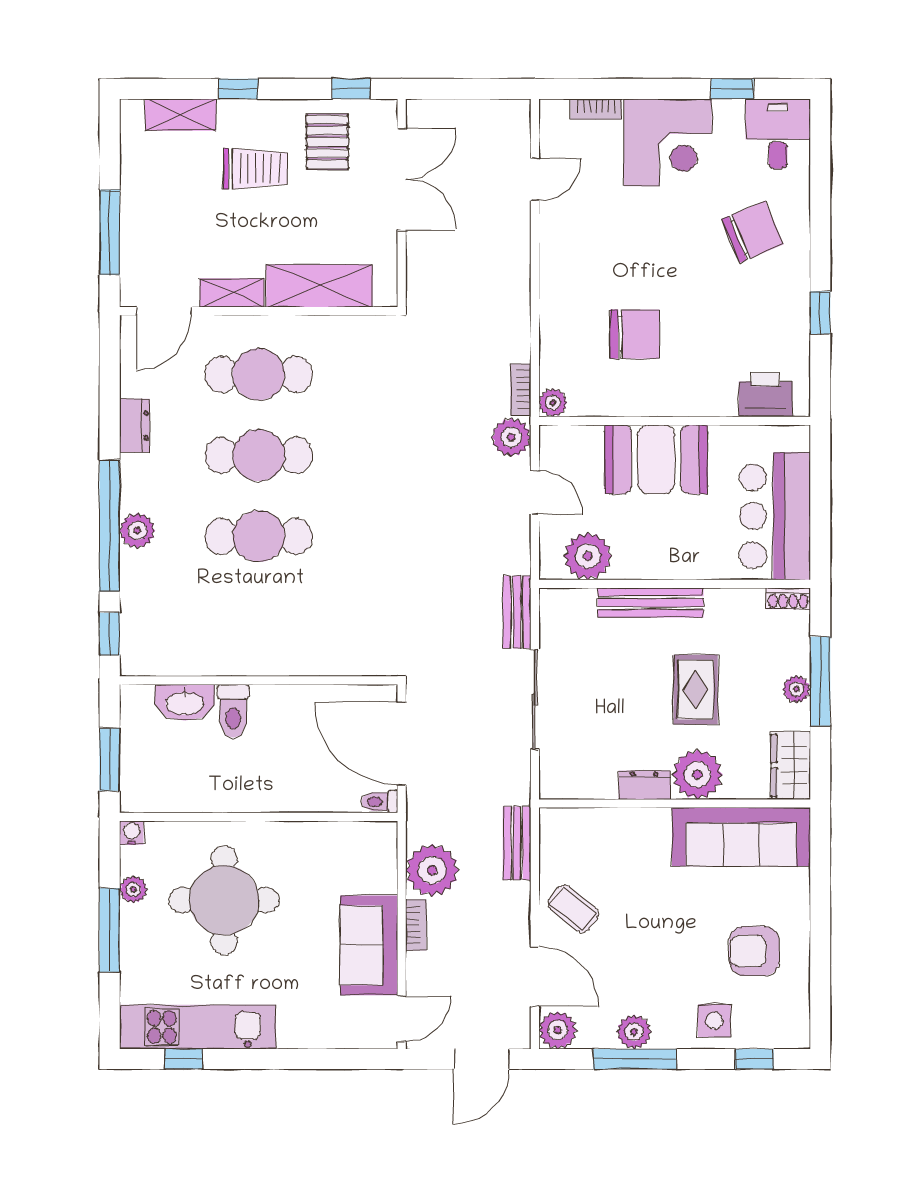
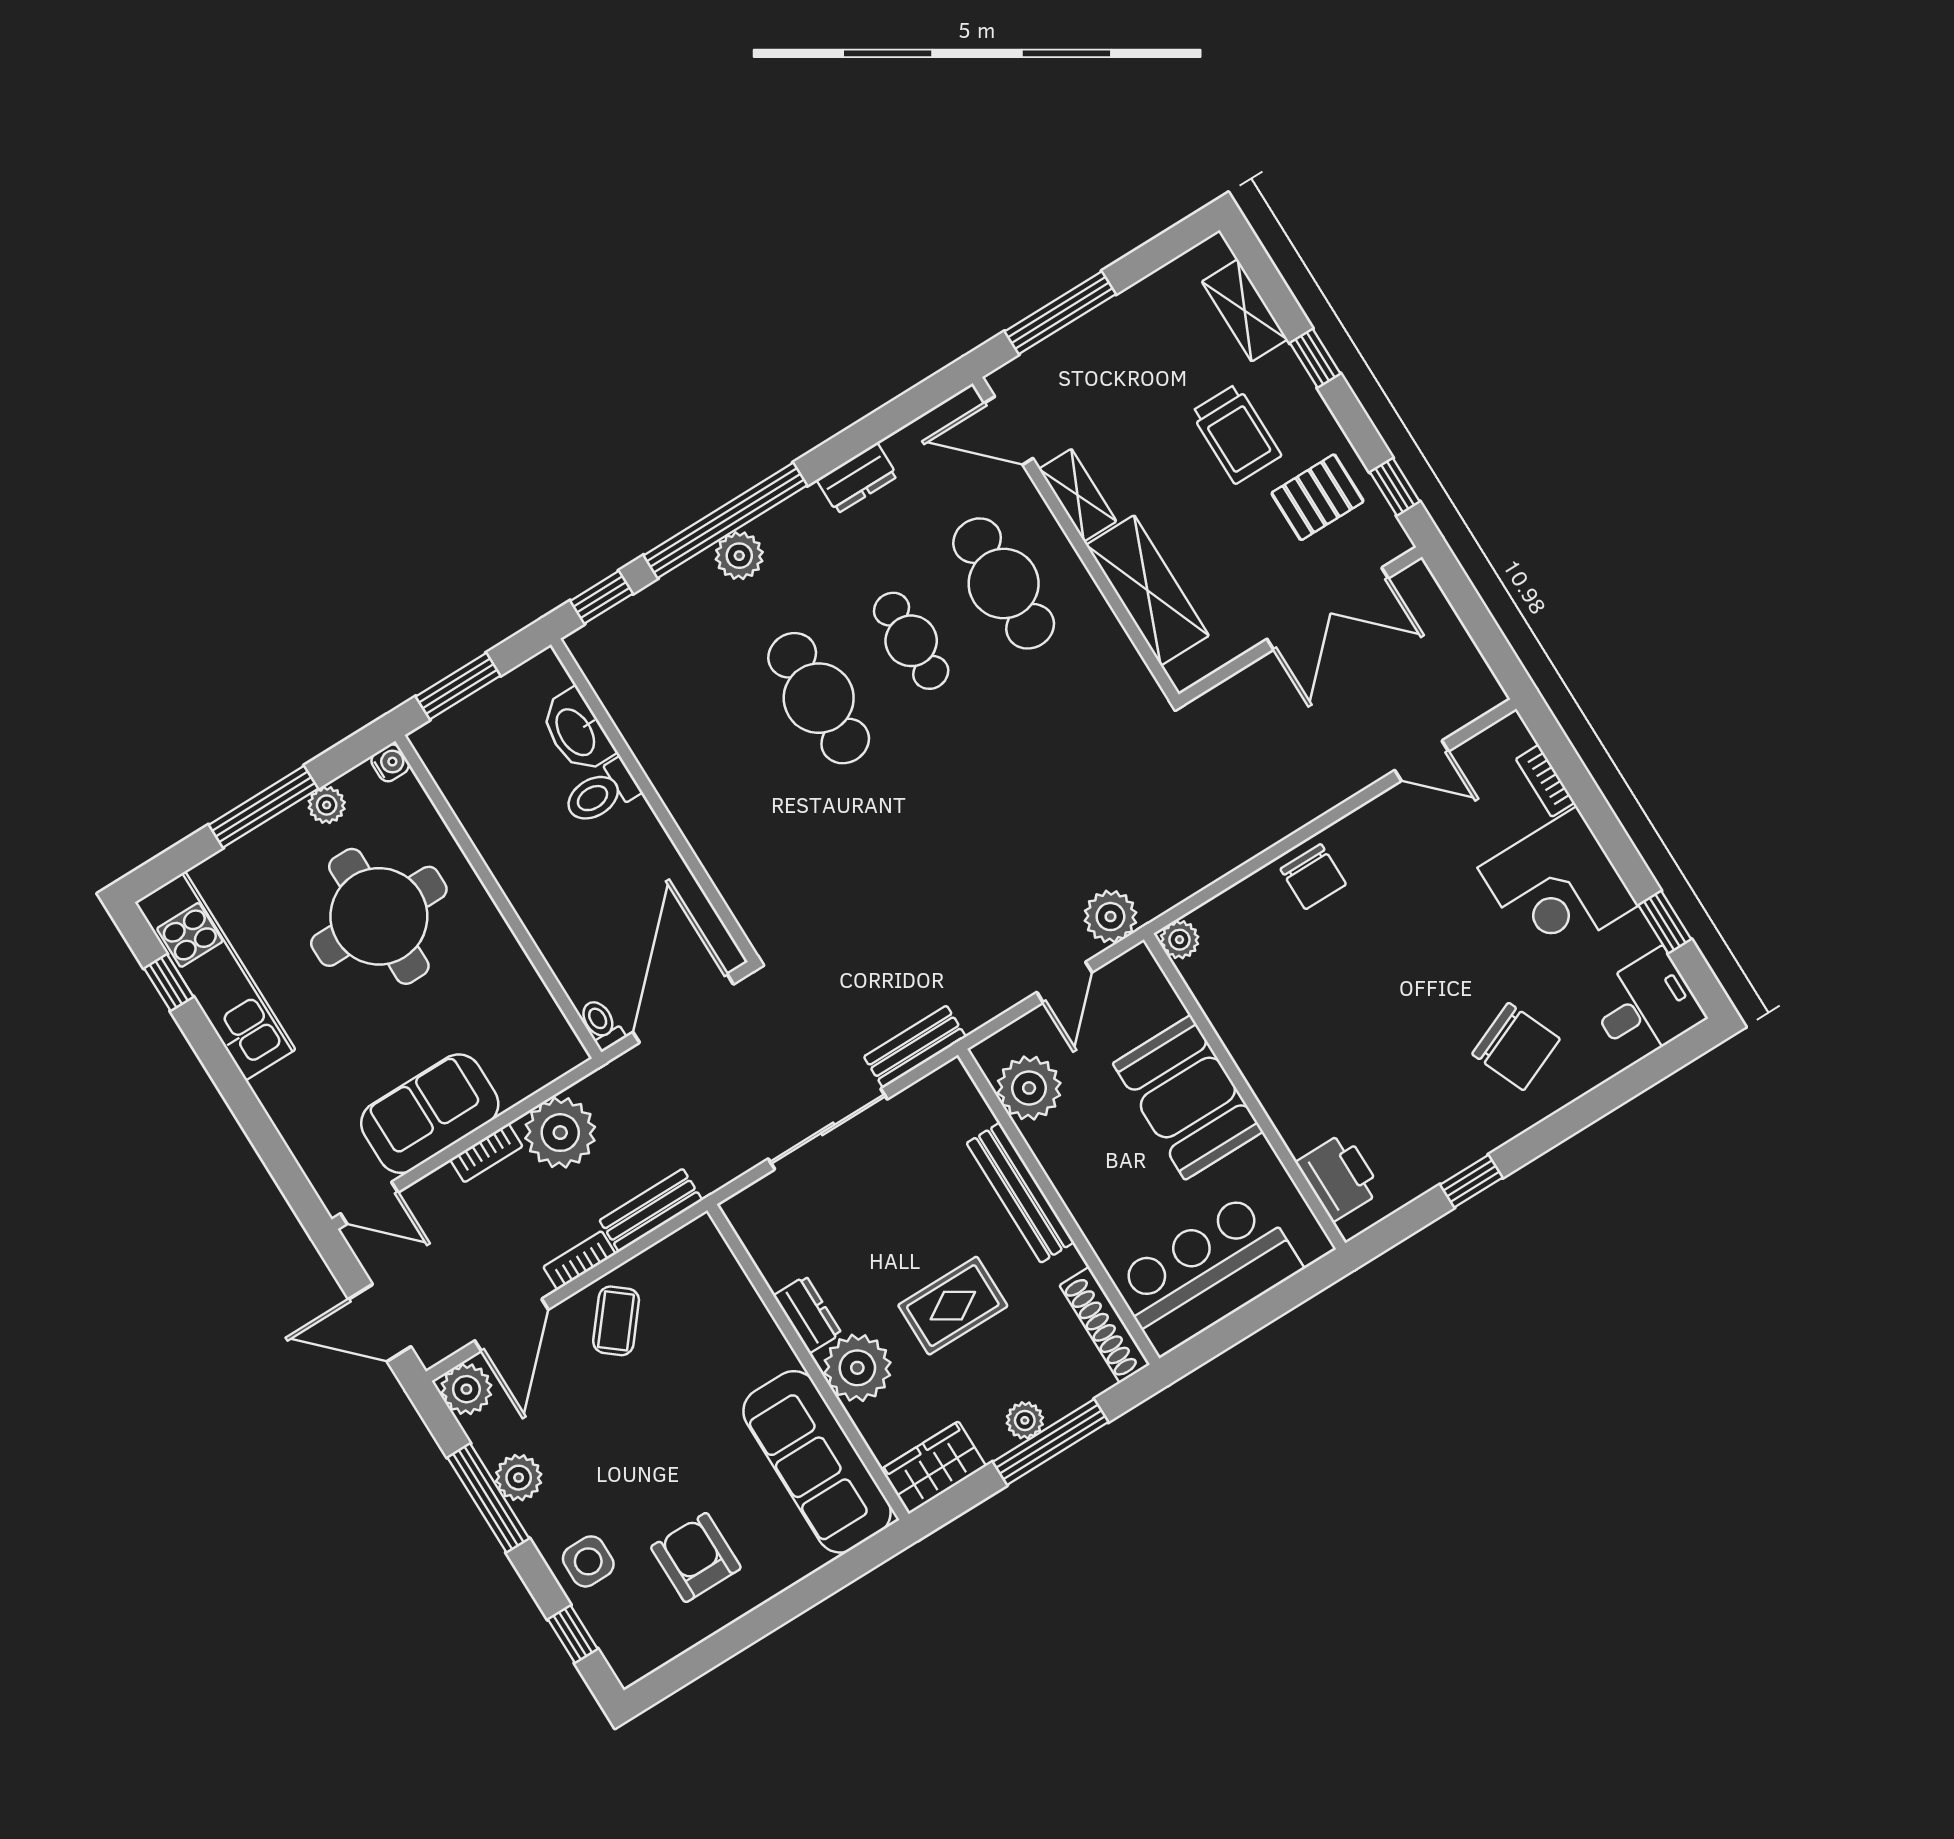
chair: (635, 334) -> (1313, 877), moved, width x0.73, depth x0.73
bookcase: (521, 390) -> (579, 1260), moved
cafe table: (259, 455) -> (911, 641), width x0.73, depth x0.74
shoe rack: (788, 599) -> (1105, 1325), width x1.94, depth x1.24

